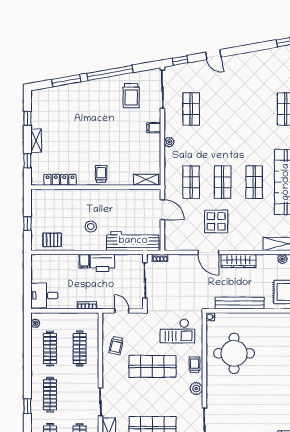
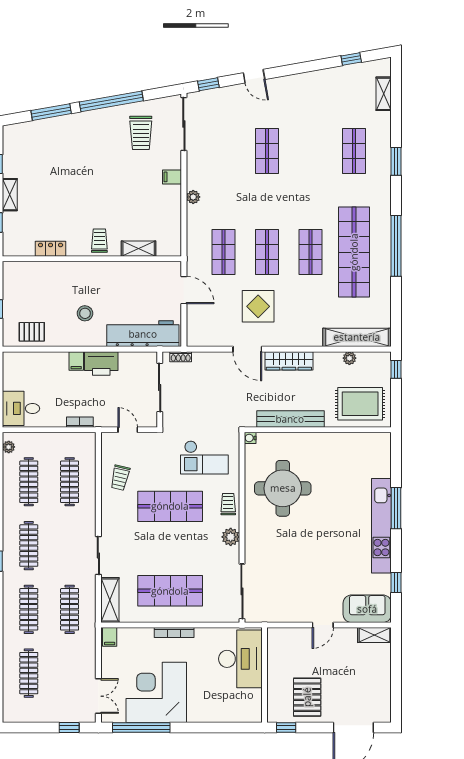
shop shelf: (191, 109) -> (267, 151), moved
locker: (60, 180) -> (51, 249), width x0.66
shelving: (146, 180) -> (139, 249), moved

